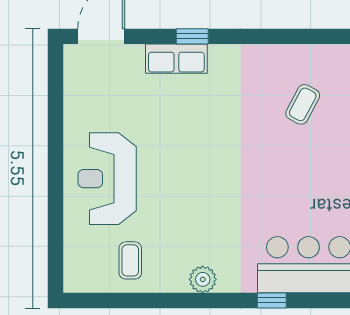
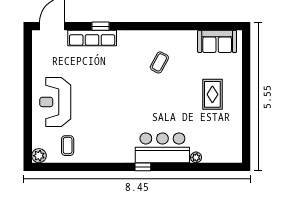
row of seats: (176, 59) -> (92, 38), width x1.48
plant: (203, 279) -> (39, 156), moved

